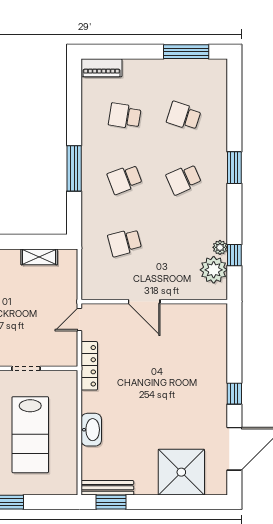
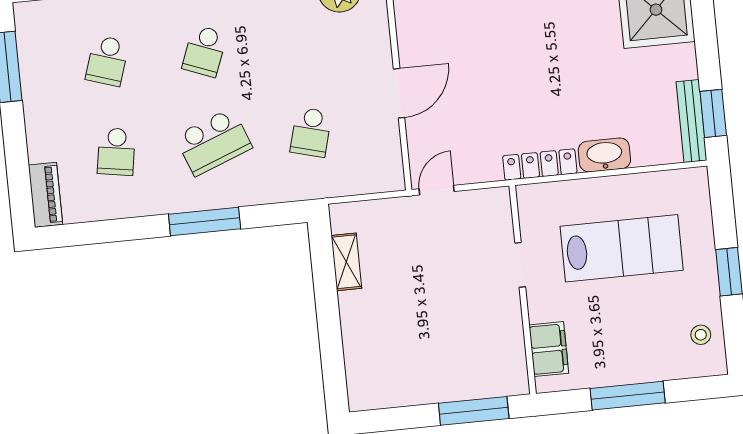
school desk: (125, 179) -> (214, 142), width x1.85
school desk: (184, 179) -> (205, 51), turned 45
school desk: (125, 242) -> (311, 132), turned 30
door: (79, 320) -> (437, 190), swing flipped
locker: (89, 366) -> (540, 165), moved

